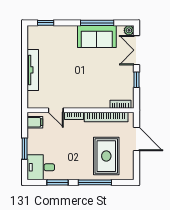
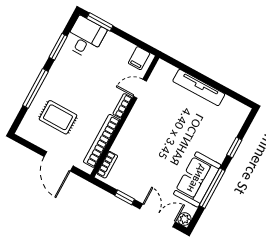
window: (46, 23) -> (234, 147), moved
door: (137, 139) -> (59, 161), hinge flipped
window: (25, 149) -> (100, 22), moved
rug: (106, 156) -> (58, 117), width x0.73, depth x0.70

